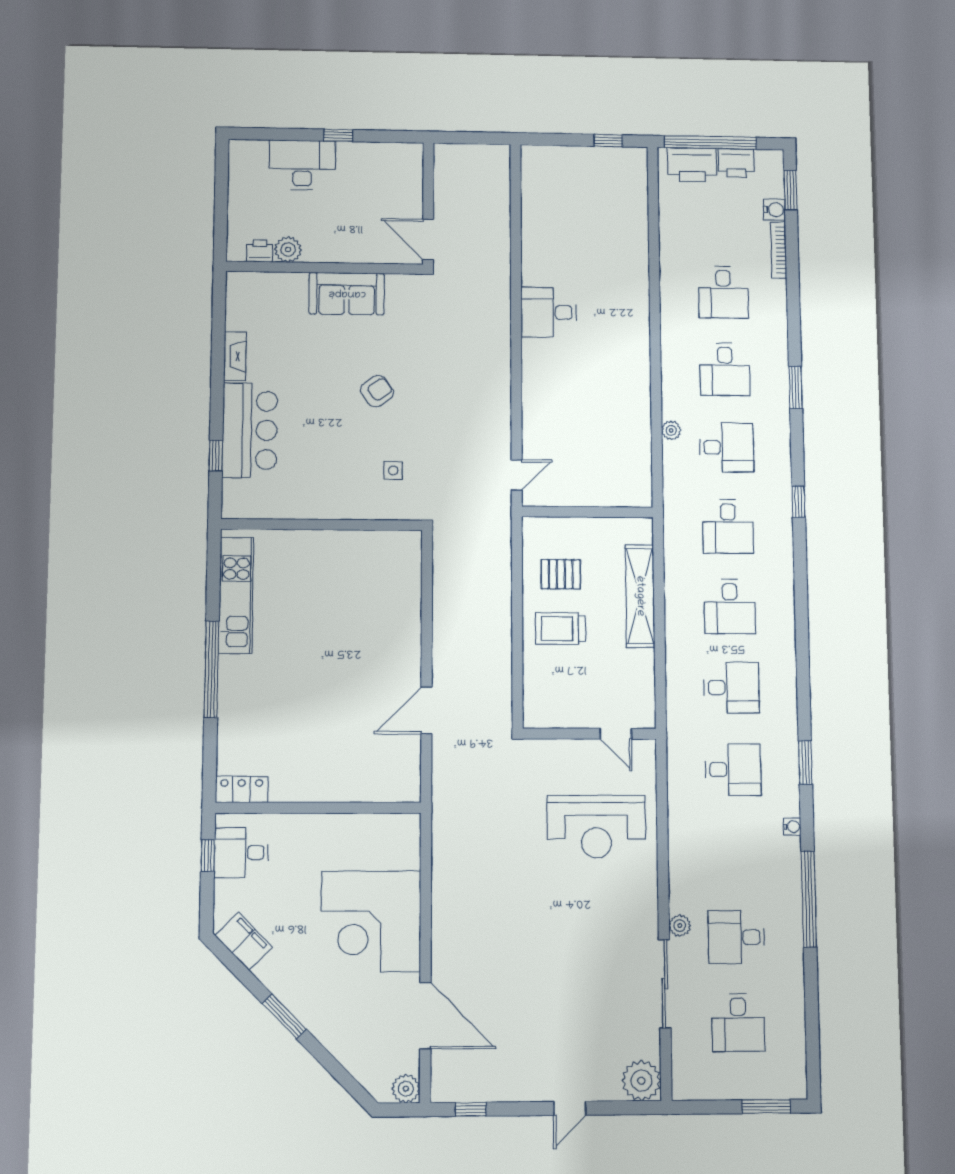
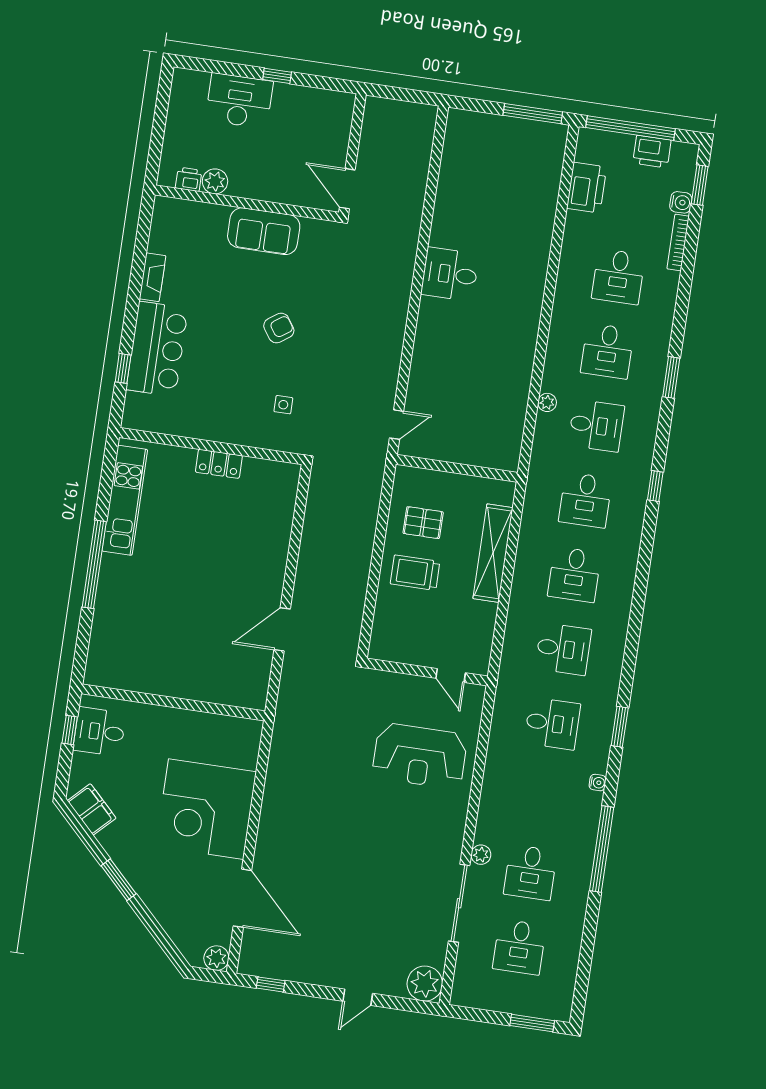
window: (608, 141) -> (533, 114), width x2.17
printer: (692, 165) -> (587, 188), moved, turned -90
locker: (242, 789) -> (219, 464), moved, turned 180
desk: (736, 937) -> (530, 872), turned -90

